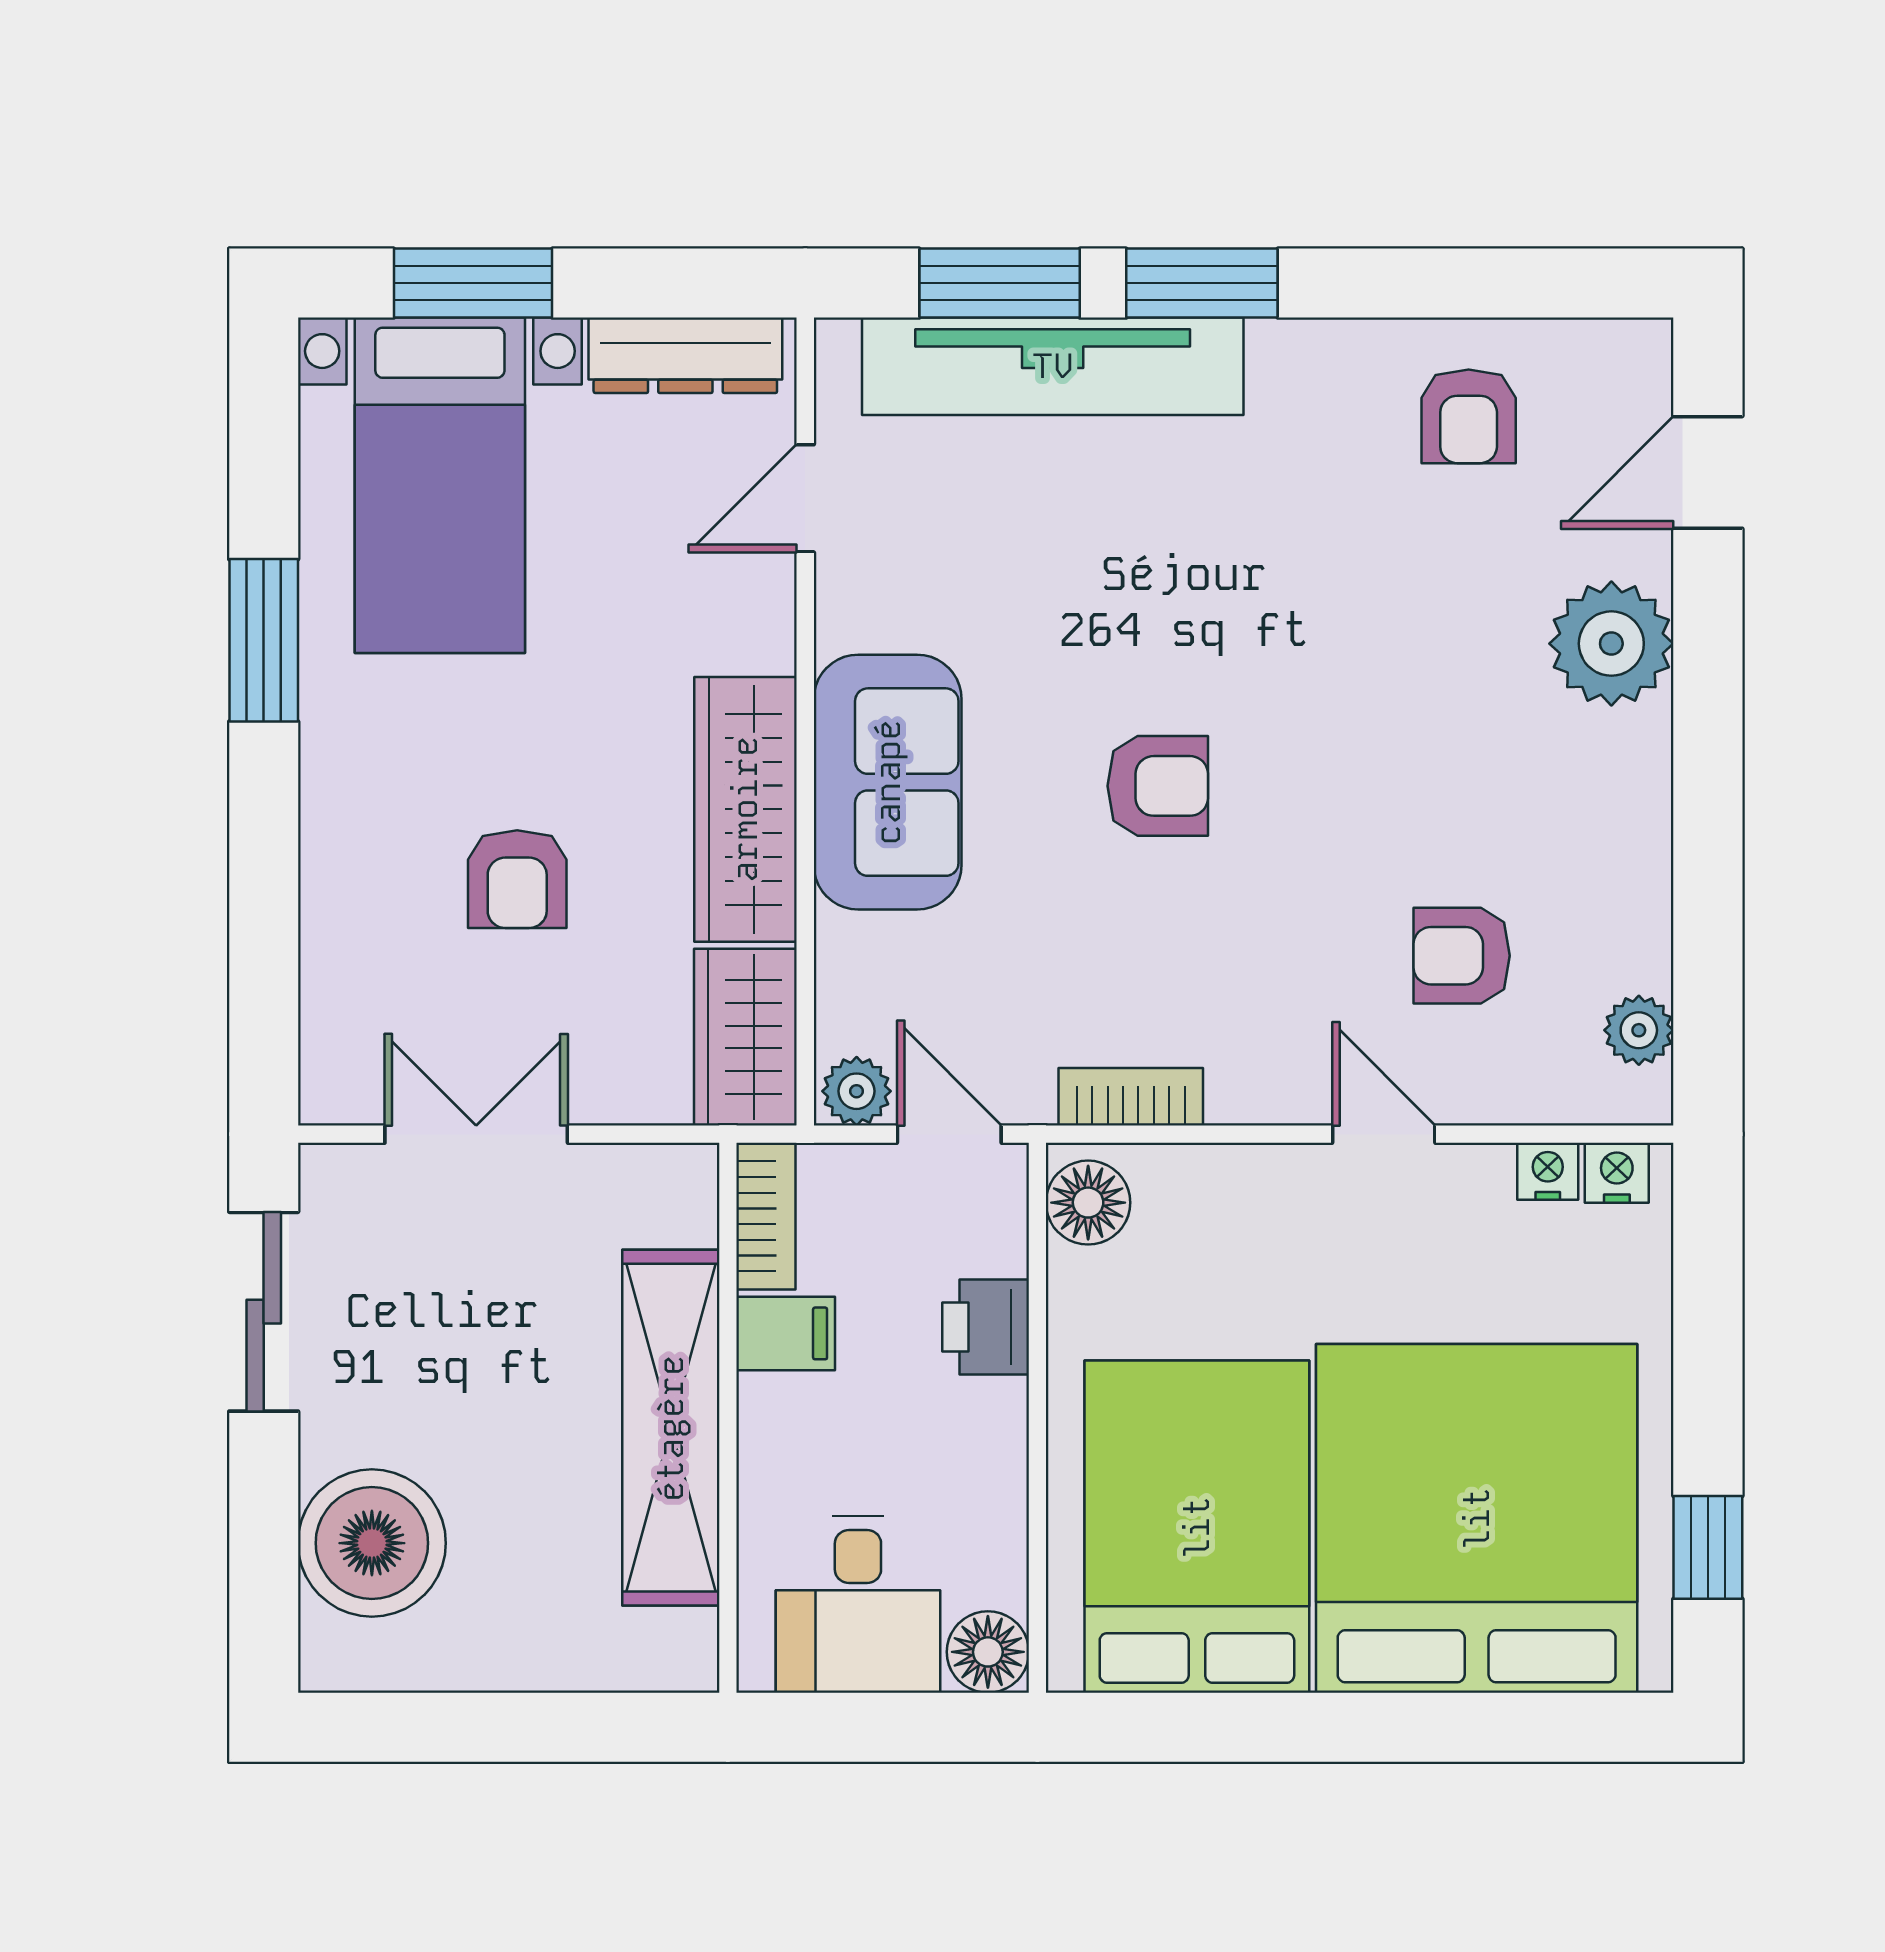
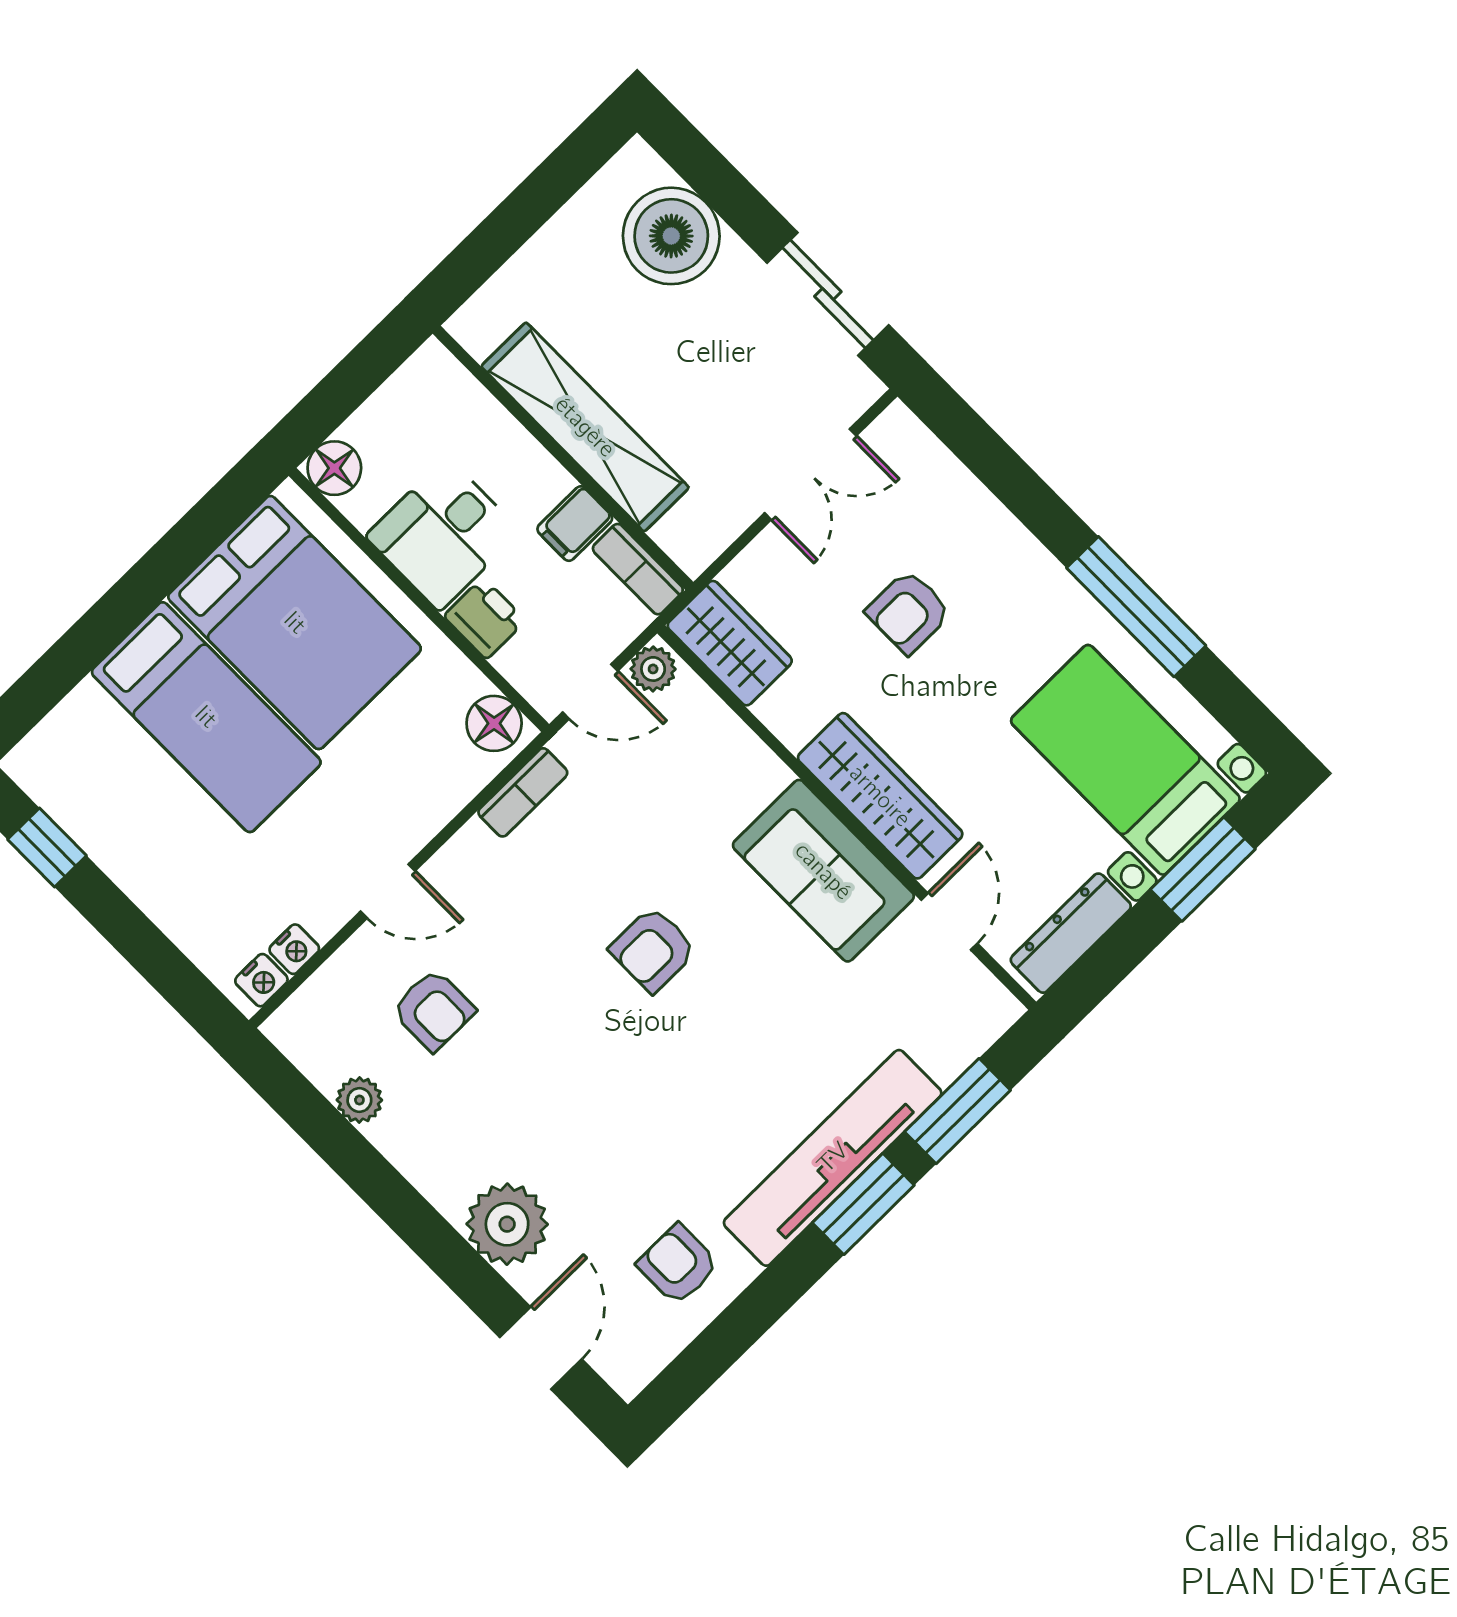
tv unit: (1053, 366) -> (833, 1158), moved
window: (264, 640) -> (1136, 607), width x1.44
sofa: (888, 782) -> (823, 871), moved
wardrobe: (745, 809) -> (880, 796), moved
armchair: (517, 879) -> (909, 612), turned -90
armchair: (1462, 956) -> (433, 1010), turned 90
plant: (1639, 1030) -> (359, 1100), moved
bed: (1477, 1518) -> (206, 717), width x0.49
desk: (858, 1604) -> (443, 534), moved, turned -90

